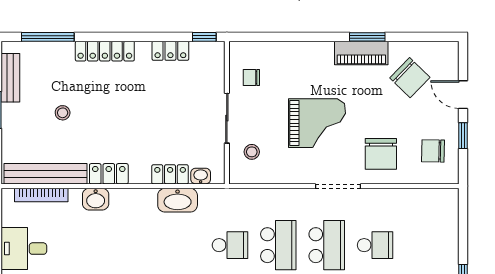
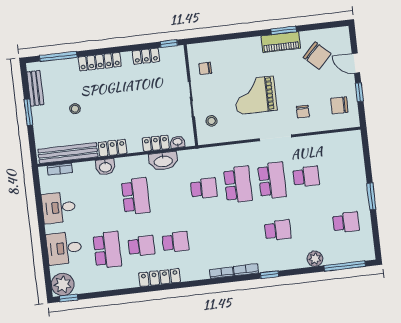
grand piano: (317, 123) -> (255, 95), turned 180
chair: (381, 154) -> (303, 112), width x0.54, depth x0.54
bookcase: (41, 195) -> (60, 169), width x0.64
school desk: (133, 245) -> (136, 196), added

